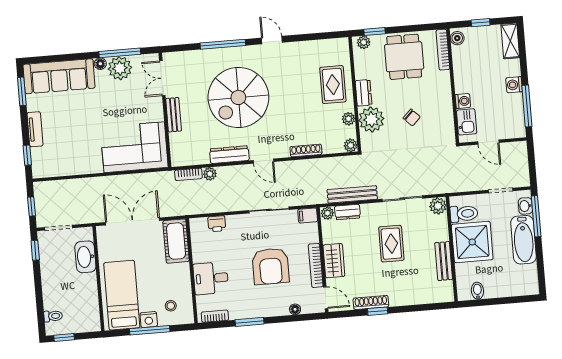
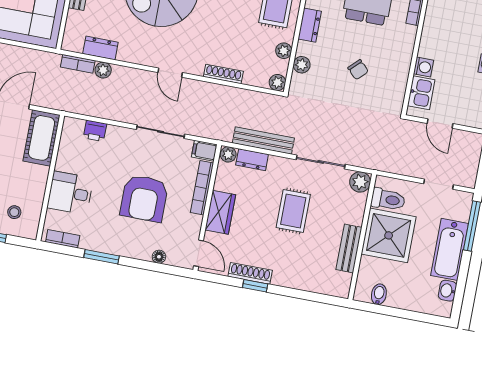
plant: (371, 119) -> (302, 65), width x0.53, depth x0.53
dresser: (229, 155) -> (100, 48), moved, width x0.70
washbasin: (525, 206) -> (447, 291), moved
bookcase: (316, 265) -> (202, 188), moved

